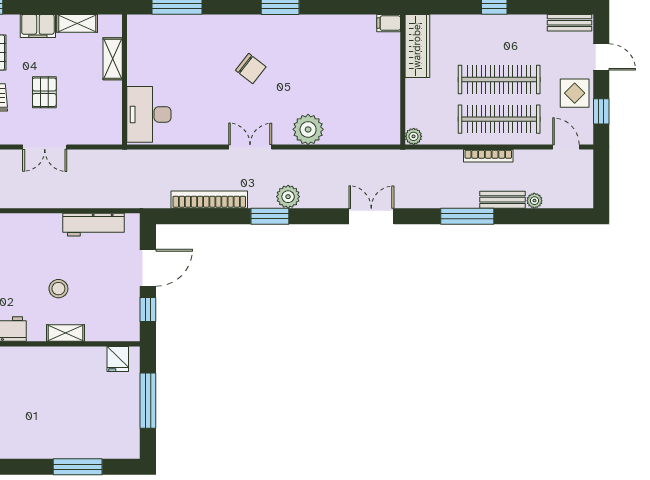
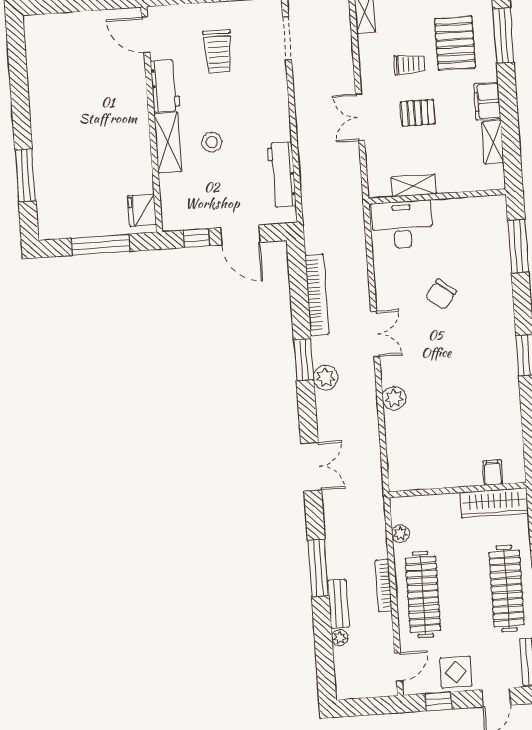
filing cabinet: (389, 23) -> (493, 472), moved
shelving: (113, 59) -> (414, 185), moved
chair: (251, 69) -> (441, 294), moved
clothes rail: (499, 79) -> (507, 589), moved
plant: (308, 129) -> (394, 398), width x0.73, depth x0.73
plant: (414, 136) -> (400, 534), moved
shelving: (66, 333) -> (168, 143), width x1.50, depth x1.33
fridge: (118, 359) -> (142, 210), width x1.38

